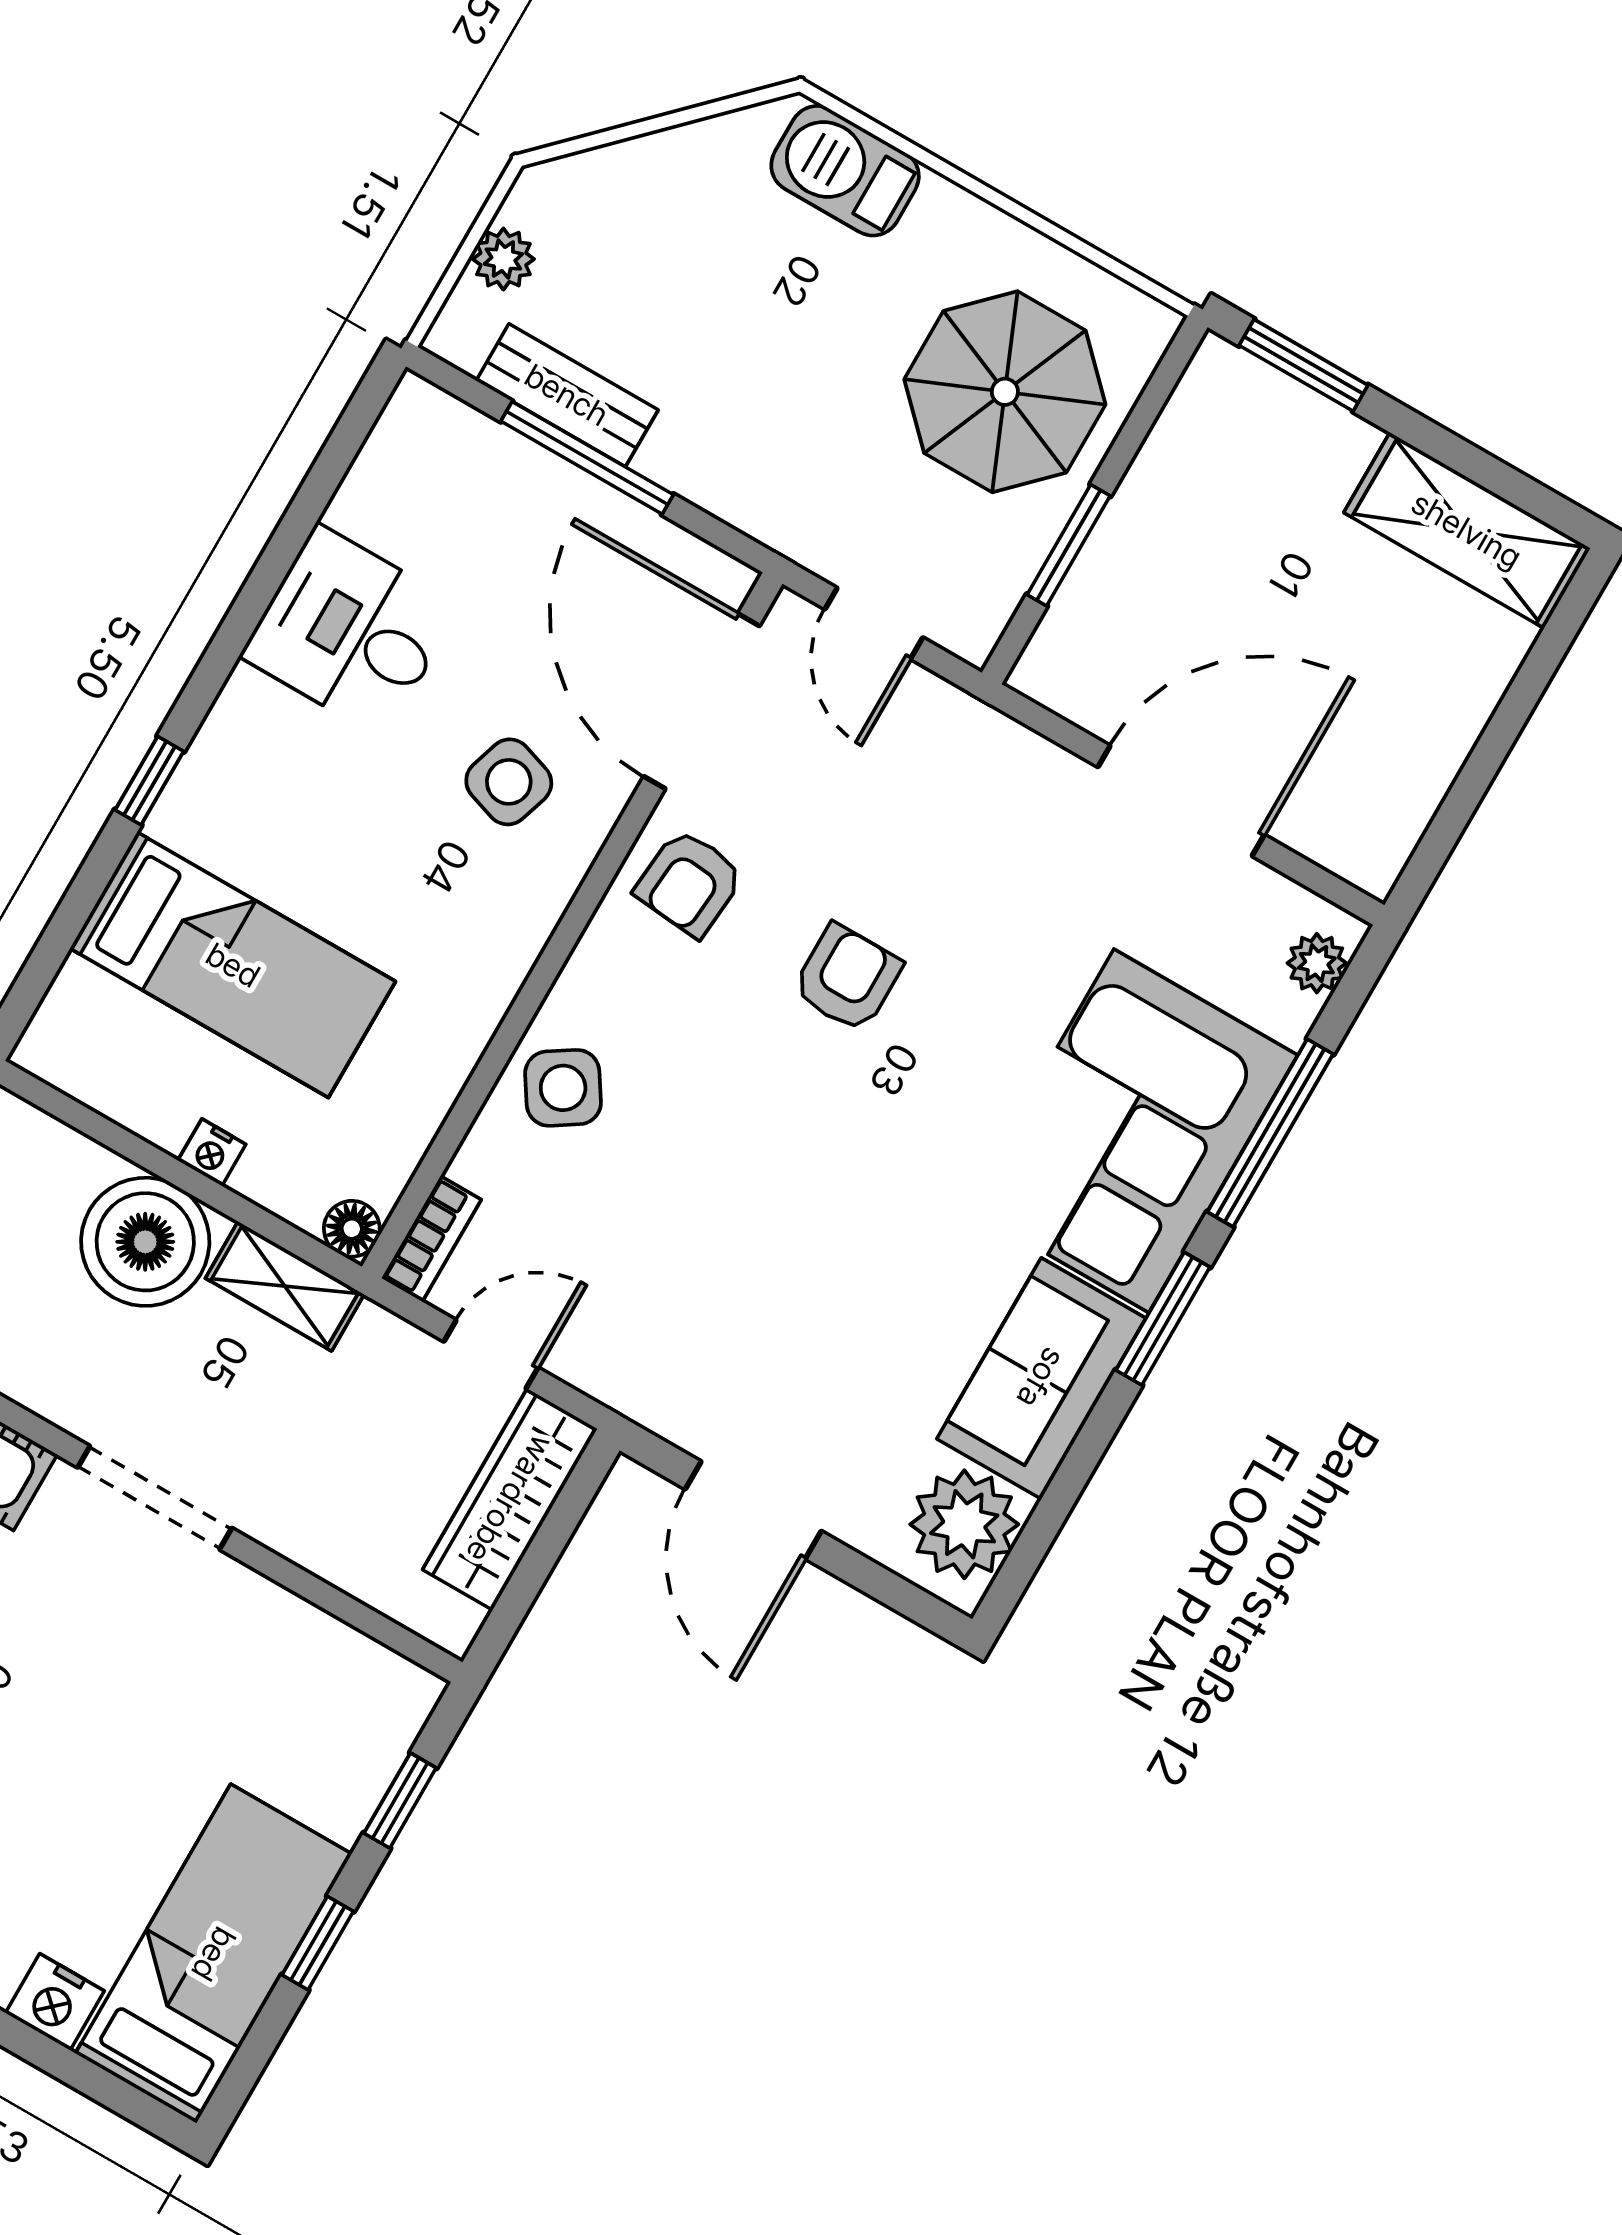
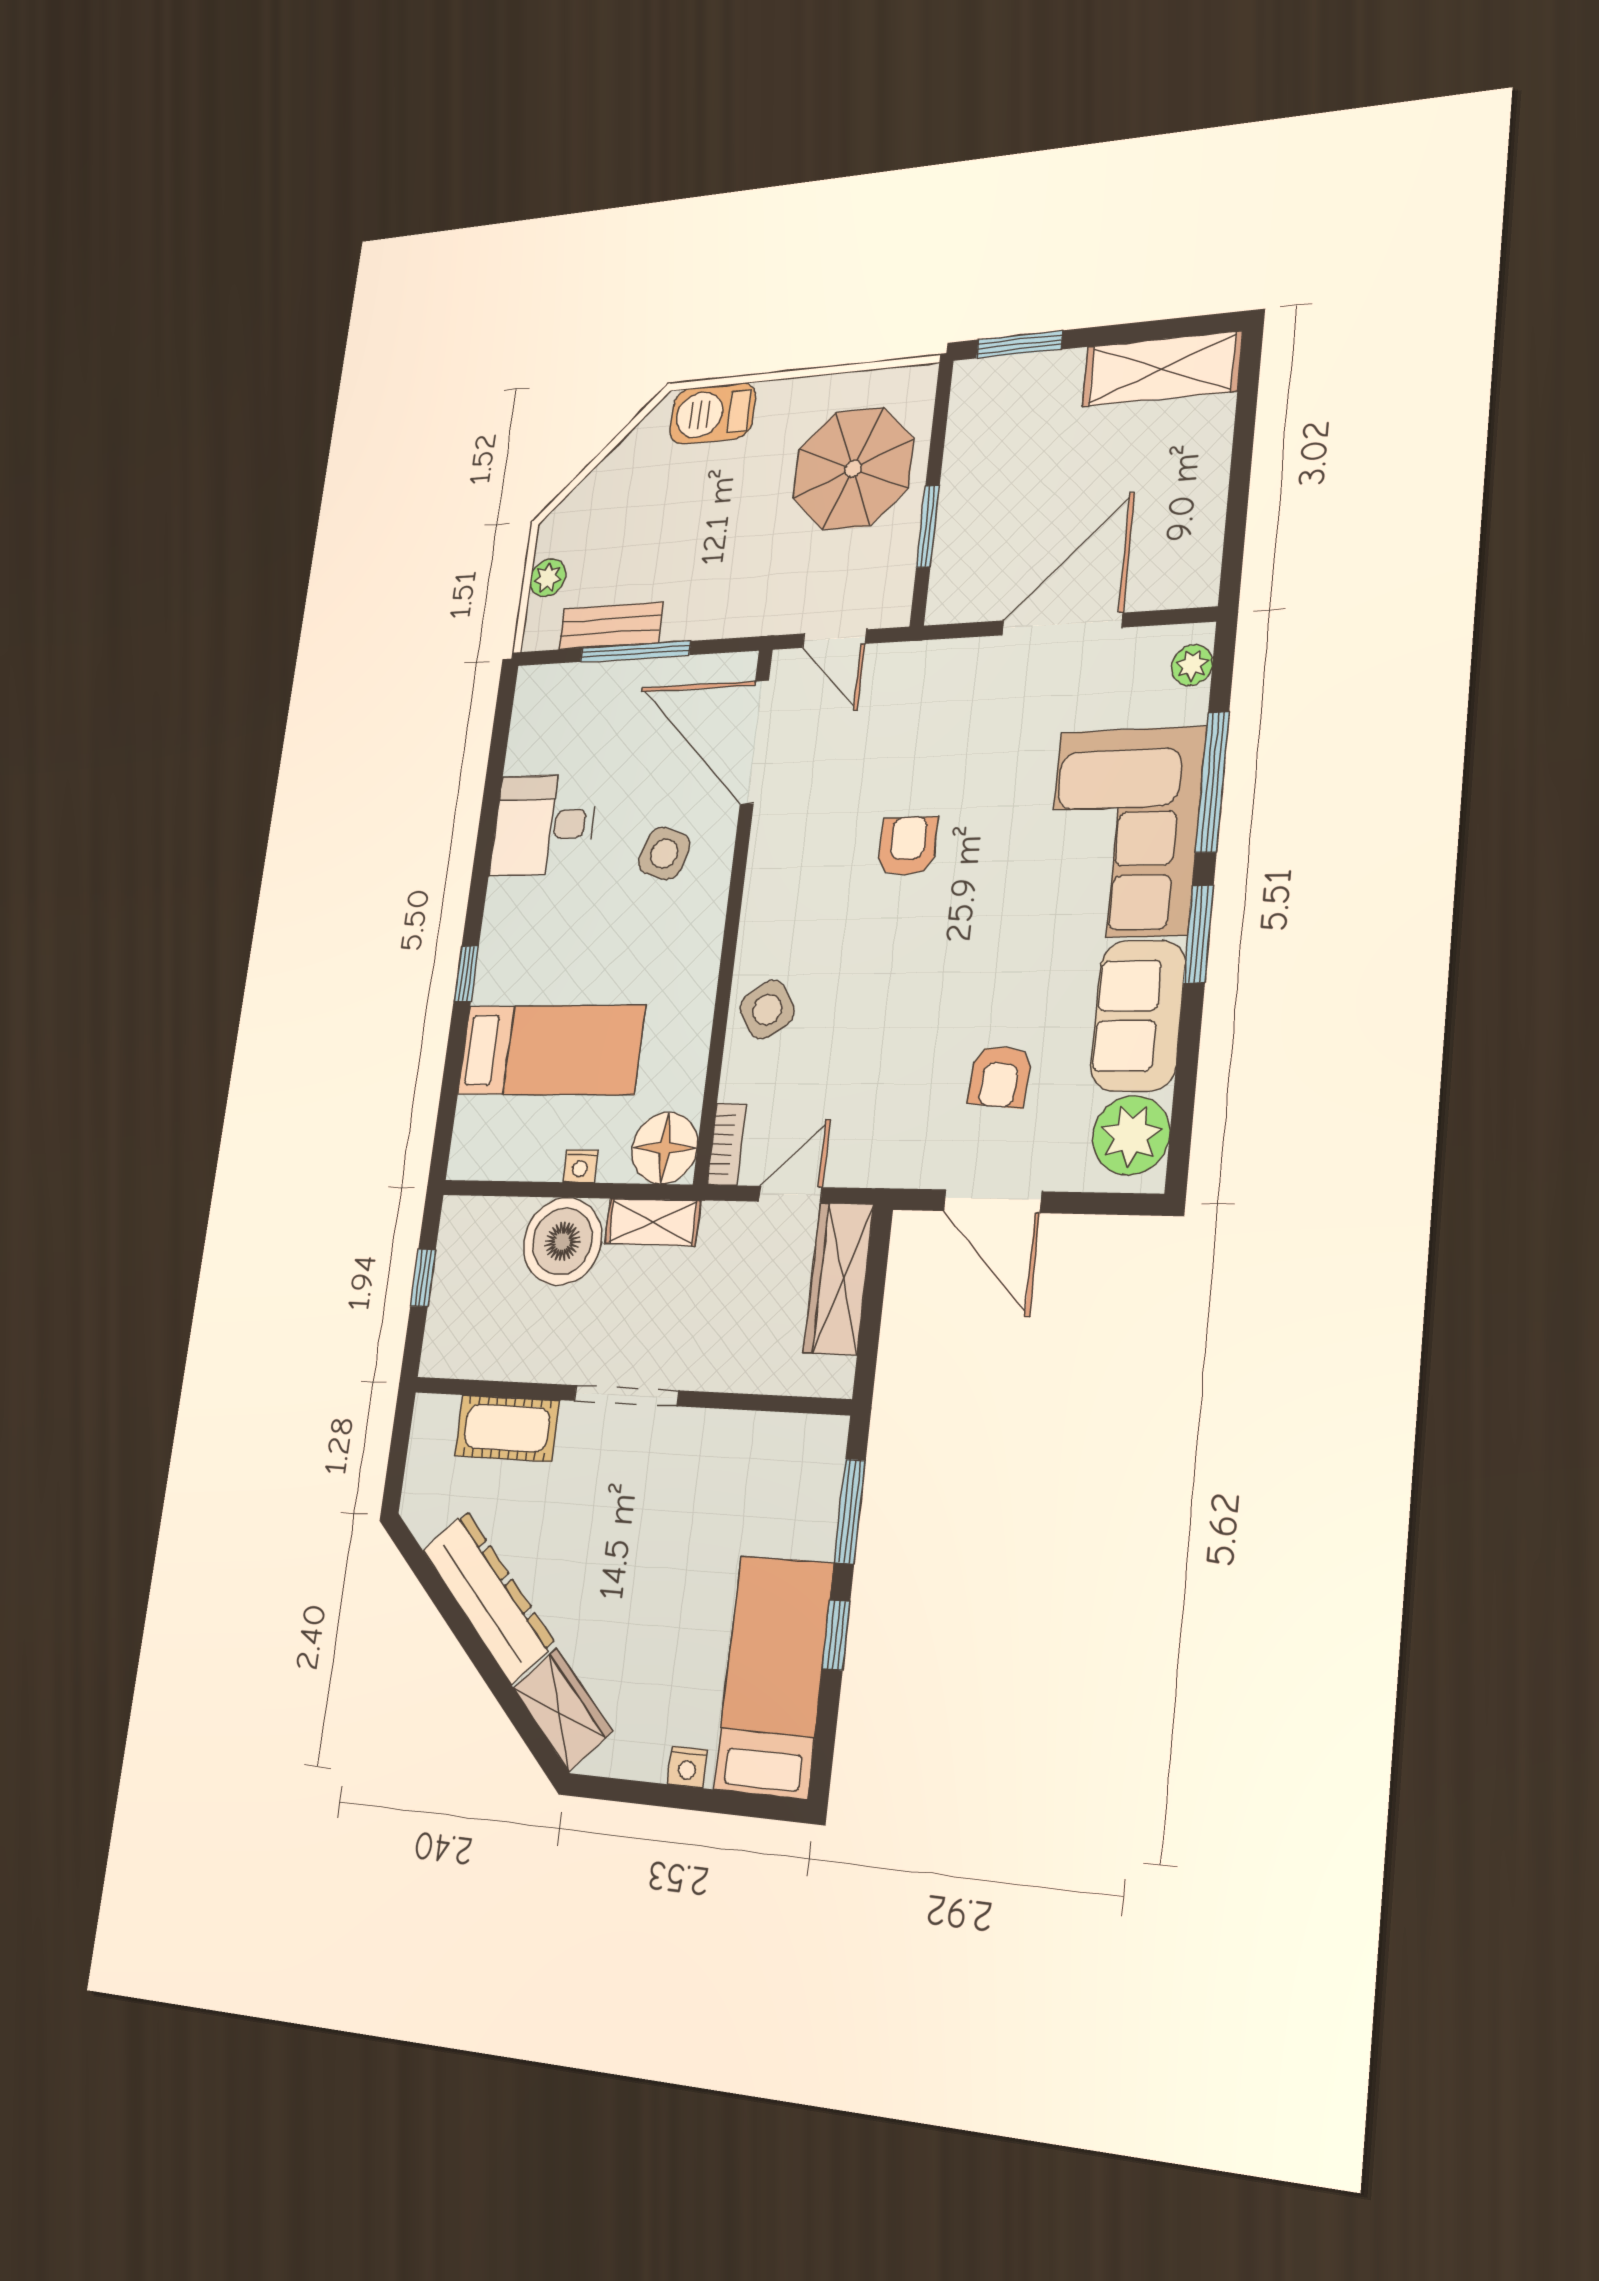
armchair: (689, 883) -> (1000, 1076), moved
floor lamp: (352, 1229) -> (665, 1148), width x1.89, depth x1.89
window: (400, 1801) -> (850, 1511), width x1.50
nightstand: (55, 2002) -> (687, 1767), width x0.72, depth x0.74

